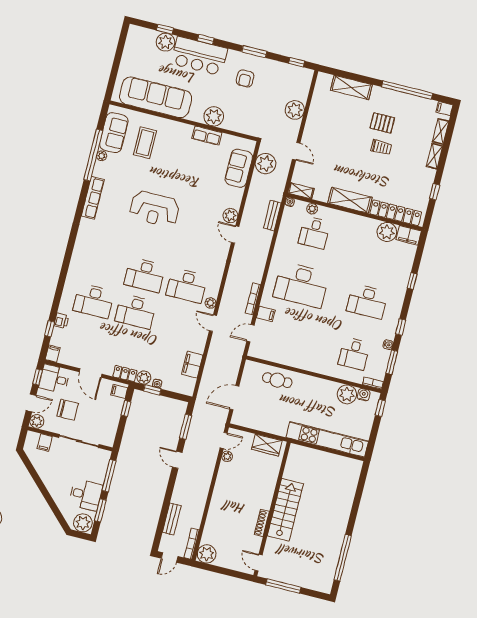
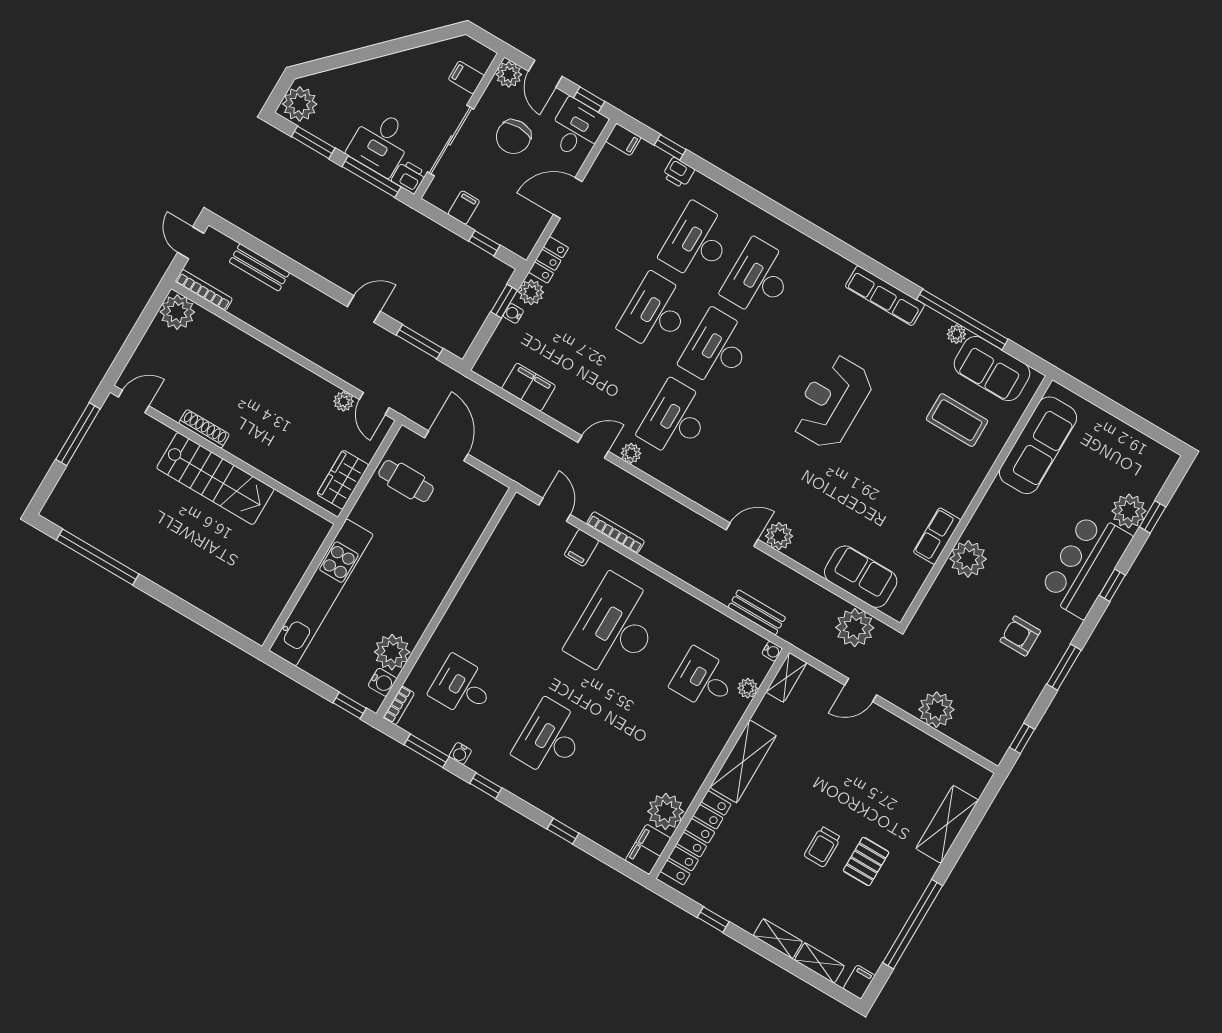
sofa: (156, 97) -> (1038, 445), width x0.74, depth x0.79
desk: (103, 264) -> (759, 278), added
cafe table: (277, 380) -> (406, 481), moved, turned 90
filing cabinet: (119, 391) -> (464, 208), moved
printer: (104, 457) -> (409, 177), added
desk: (86, 495) -> (381, 143), moved

